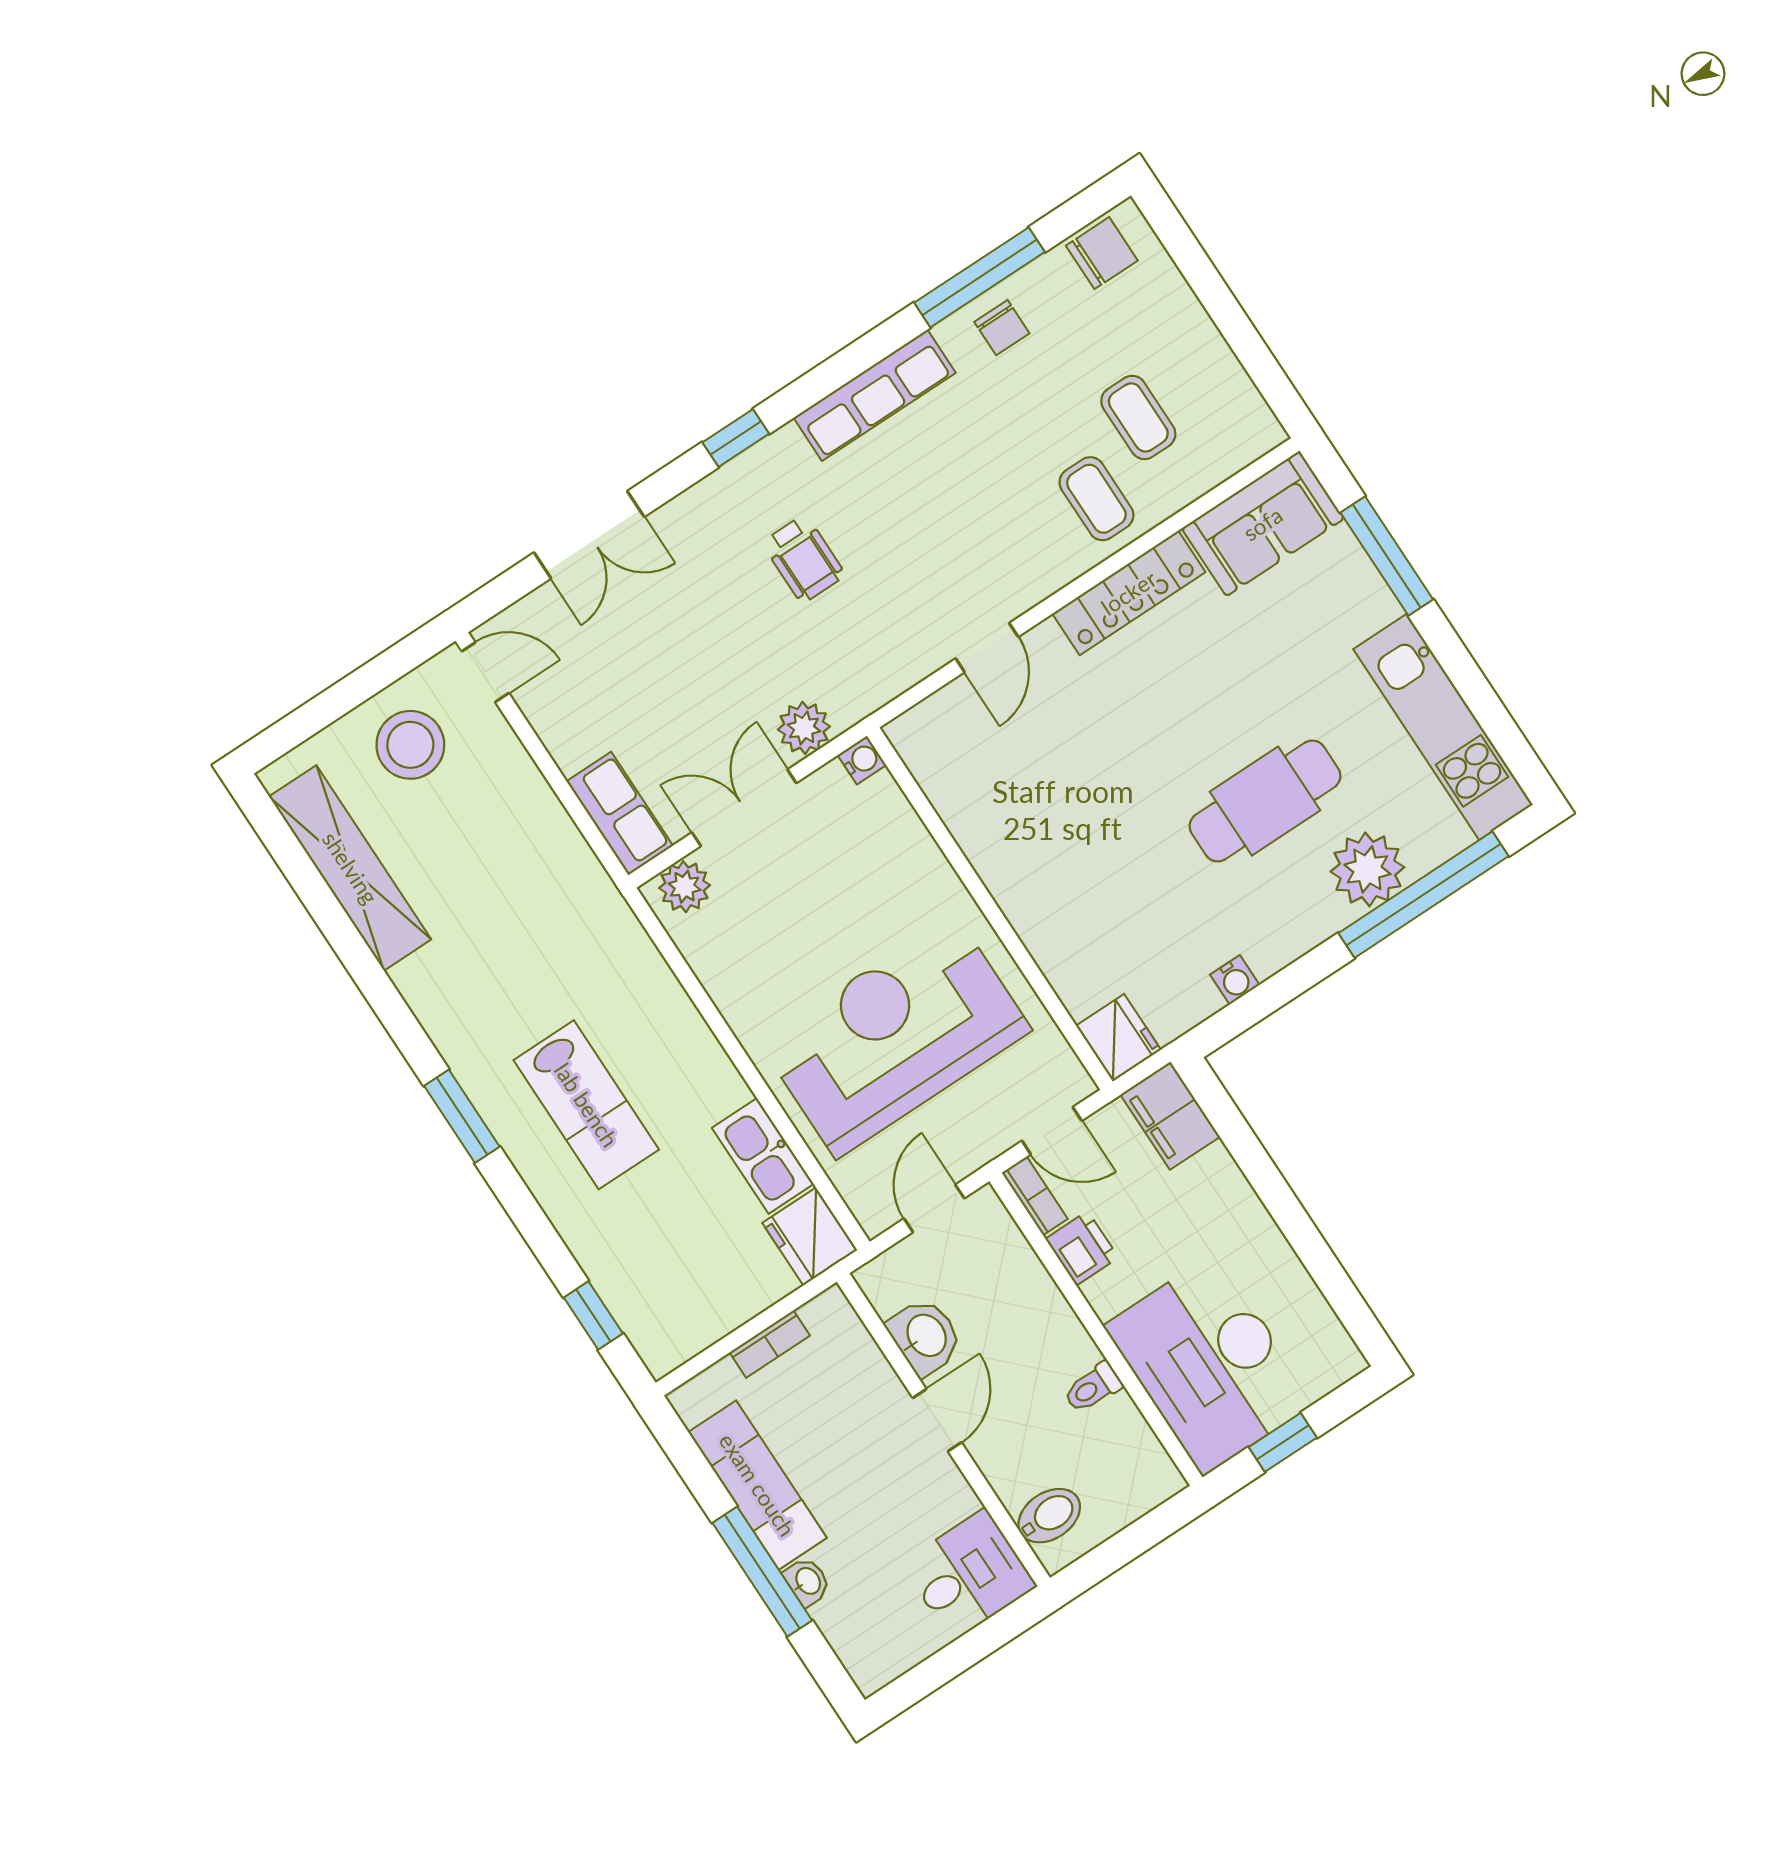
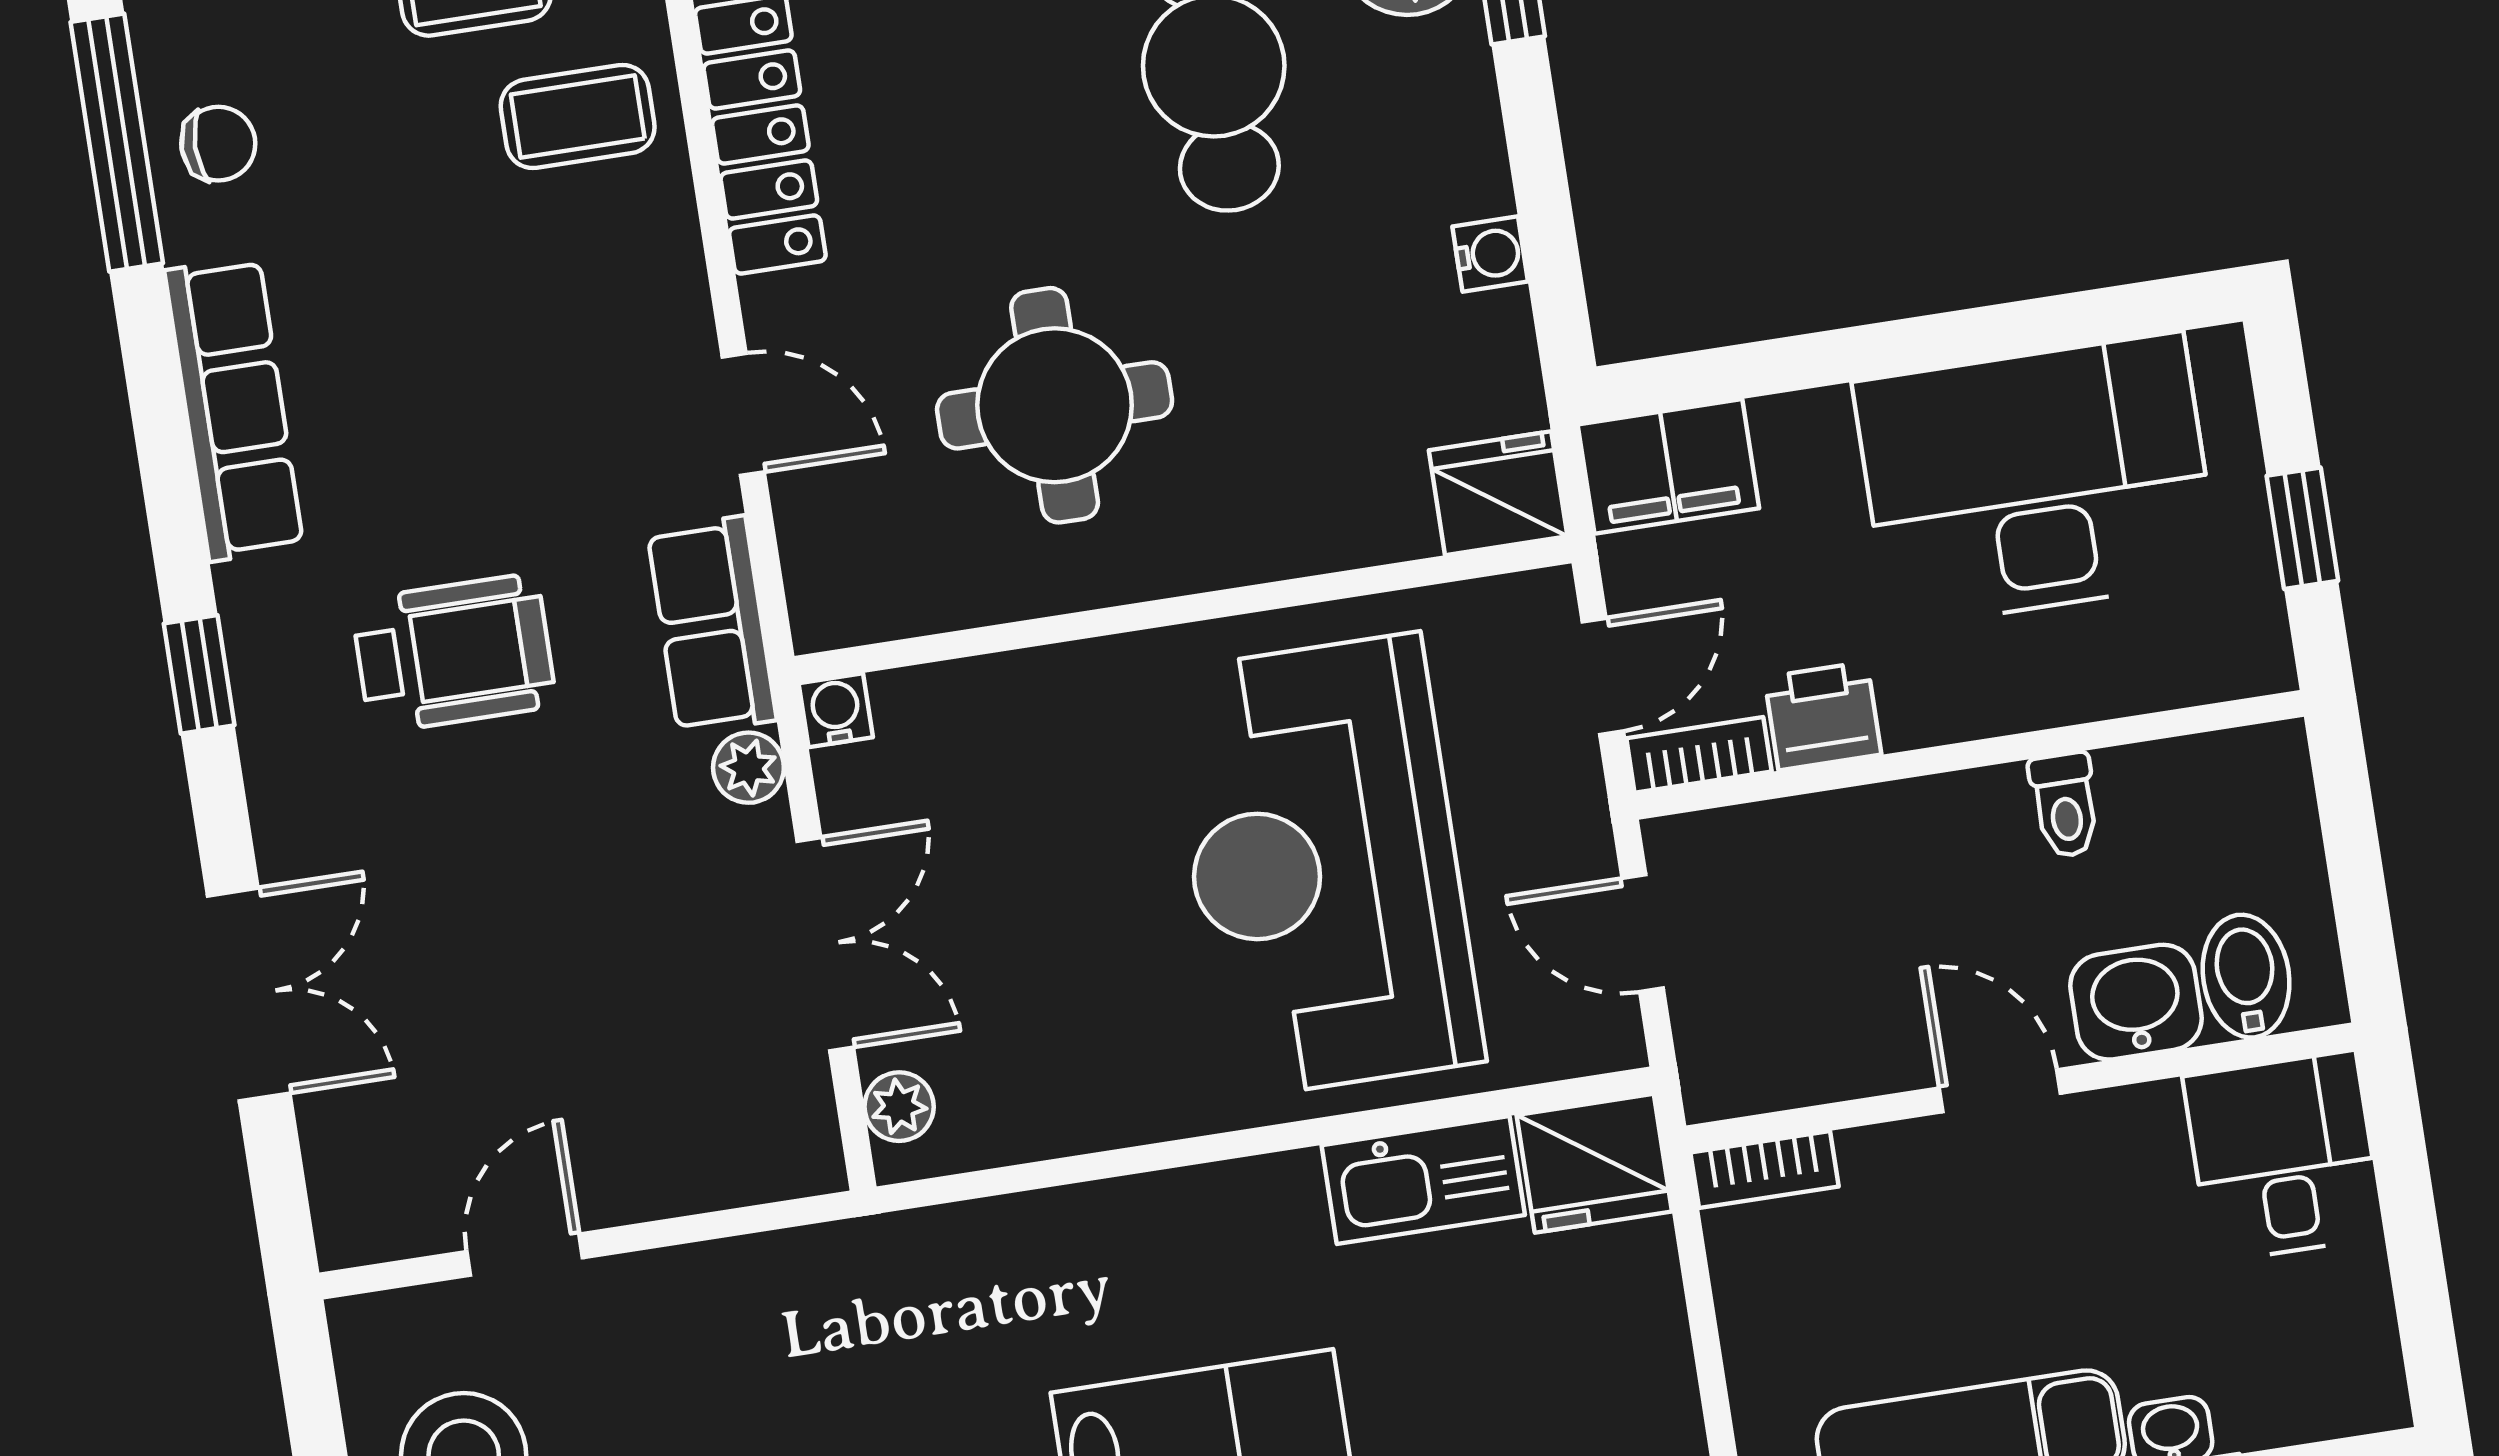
wheelchair: (804, 559) -> (454, 653), width x1.36, depth x1.37
door: (485, 672) -> (525, 1255), moved
plant: (804, 728) -> (748, 768), width x0.73, depth x0.73
round table: (1062, 799) -> (1055, 405), added
double door: (744, 808) -> (825, 944), swing flipped
row of seats: (620, 813) -> (712, 625), moved, turned -90
plant: (685, 887) -> (899, 1107), width x0.73, depth x0.73
washbasin: (925, 1336) -> (2136, 1002), moved
bookcase: (770, 1344) -> (1764, 1169), moved, turned 90
desk: (1209, 1364) -> (2036, 480), moved, turned 180

